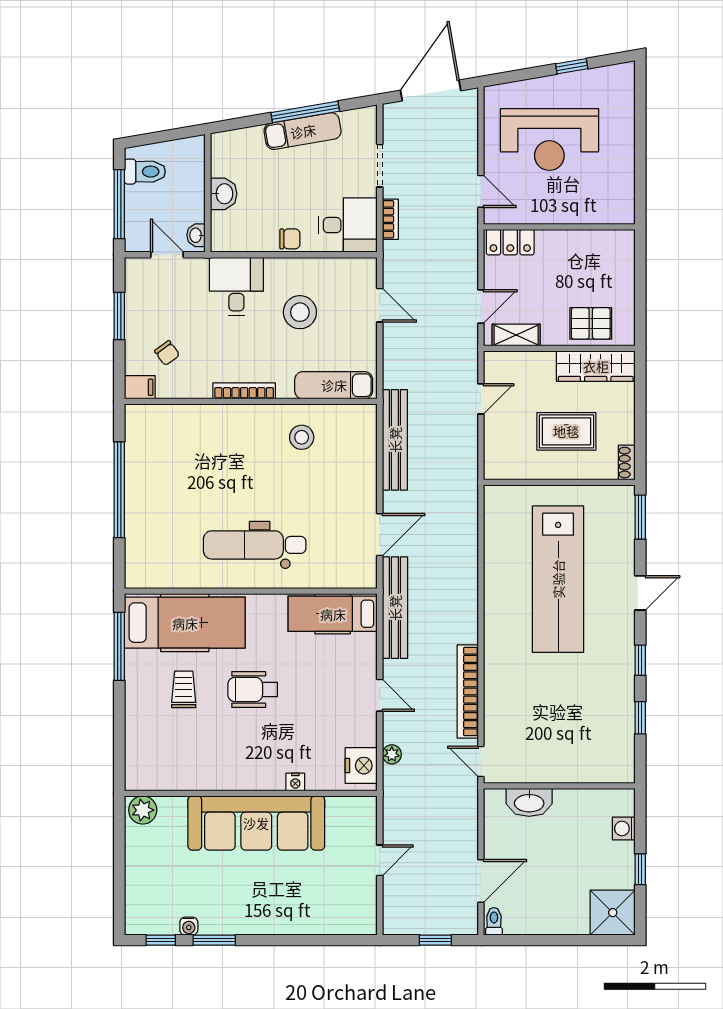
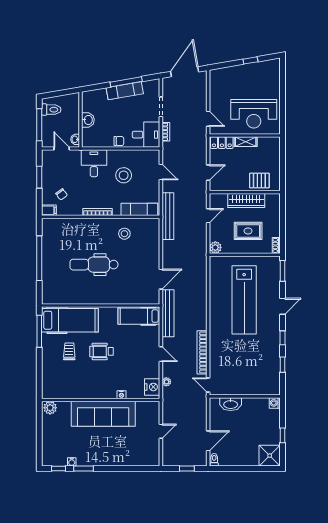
reception desk: (549, 139) -> (254, 114), moved
shelving: (516, 335) -> (246, 142), moved
wardrobe: (596, 366) -> (246, 200), moved
bench: (395, 440) -> (168, 216), moved
plant: (496, 467) -> (215, 247), added
dental chair: (255, 545) -> (94, 265), moved
washing machine: (624, 828) -> (275, 403), moved

